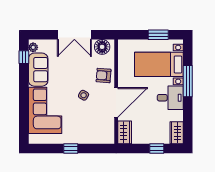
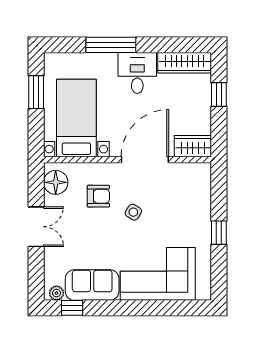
double door: (74, 35) -> (36, 227), width x0.73
bed with nightstands: (159, 64) -> (76, 118), moved, turned 180
armchair: (104, 75) -> (98, 196), moved, turned -95
door: (116, 102) -> (145, 160), hinge flipped
wardrobe: (177, 133) -> (185, 63), width x1.50

